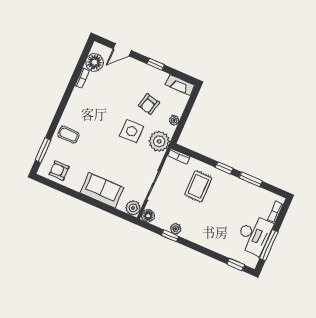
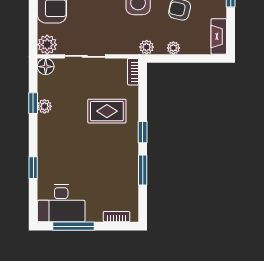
plant: (159, 141) -> (147, 47), width x0.53, depth x0.53
desk: (254, 235) -> (61, 203), moved
window: (236, 264) -> (33, 168), moved

